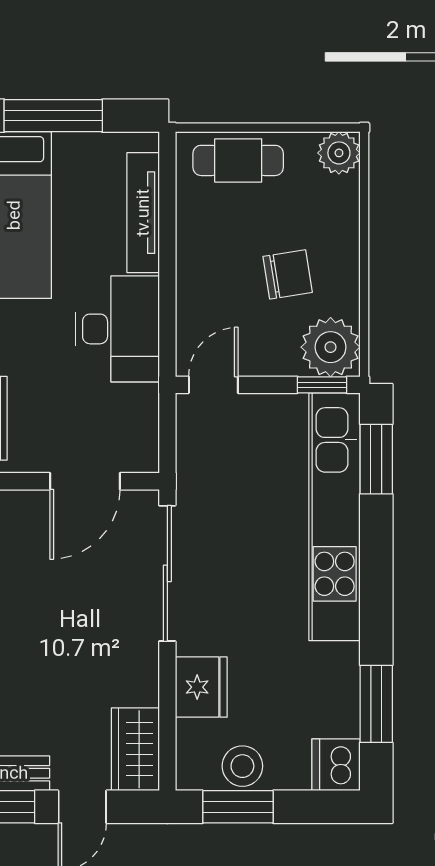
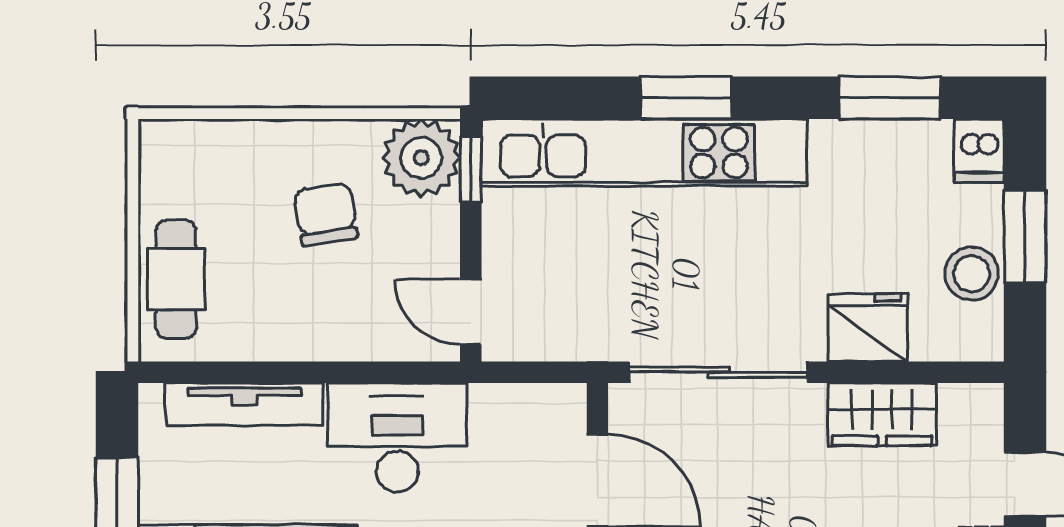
plant: (339, 153) -> (166, 147), removed
window: (376, 459) -> (686, 98), moved
wardrobe: (135, 749) -> (882, 414), moved
dishwasher: (336, 765) -> (979, 151), width x0.73
window: (238, 807) -> (1025, 236), moved

